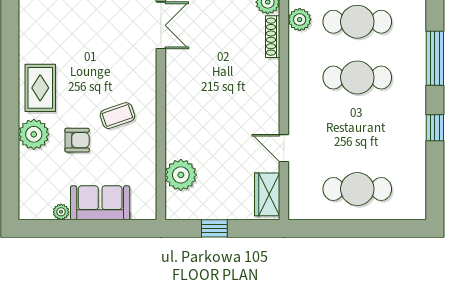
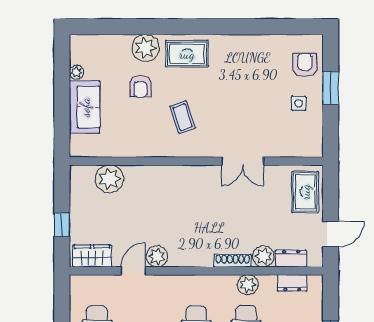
coffee table: (117, 116) -> (183, 117), moved
plant: (268, 122) -> (157, 256), added
window: (214, 228) -> (62, 225), moved

